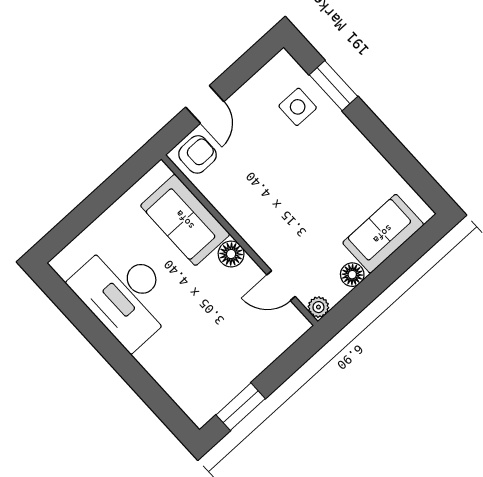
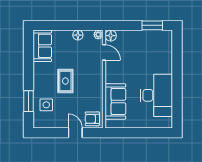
door: (205, 104) -> (75, 133), hinge flipped
rug: (302, 177) -> (65, 81), added
sofa: (383, 234) -> (42, 46), moved, turned -90
floor lamp: (231, 254) -> (111, 36), moved

